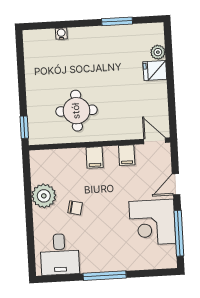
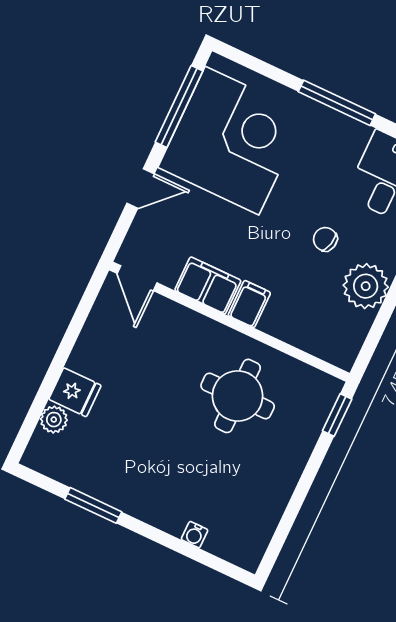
filing cabinet: (127, 155) -> (208, 285), width x2.00
corner desk: (152, 222) -> (232, 141), width x1.36, depth x1.36

